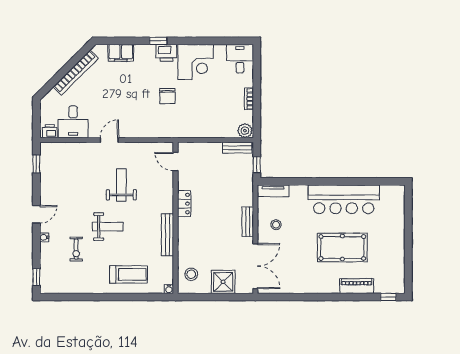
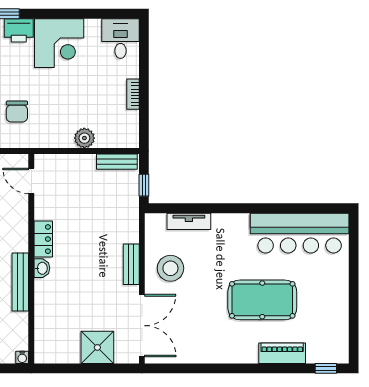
chair: (167, 96) -> (17, 112), moved
plant: (245, 131) -> (84, 138), moved
tv unit: (273, 191) -> (189, 221), moved
bar counter: (344, 199) -> (300, 233), moved
washbasin: (183, 225) -> (42, 268), added
stool: (276, 225) -> (170, 268), width x1.89, depth x1.89
stool: (191, 274) -> (53, 337), removed

